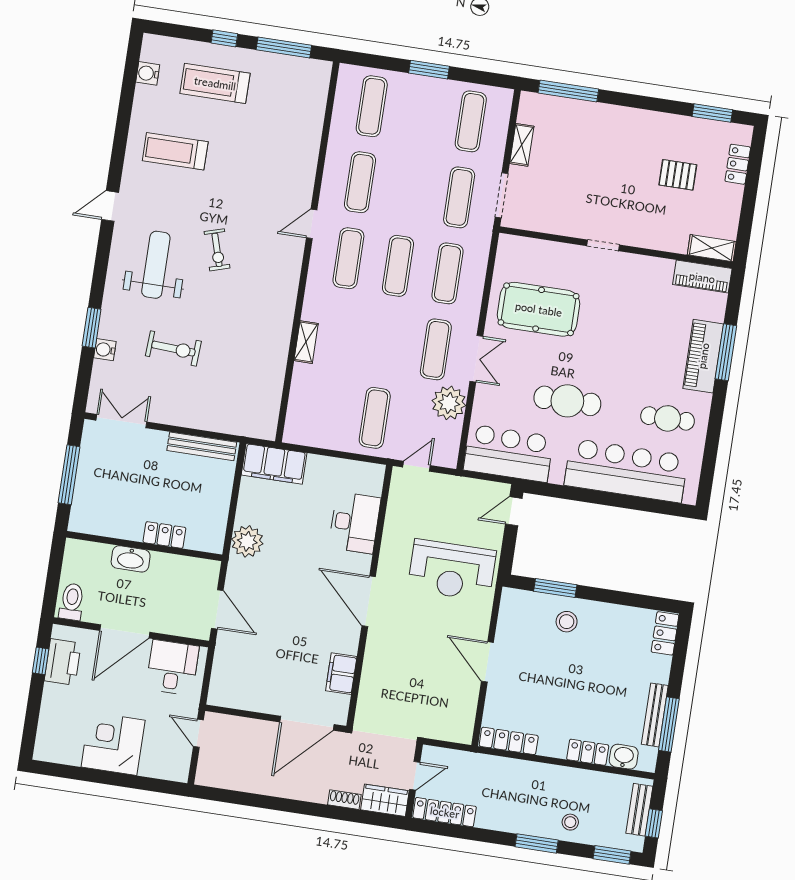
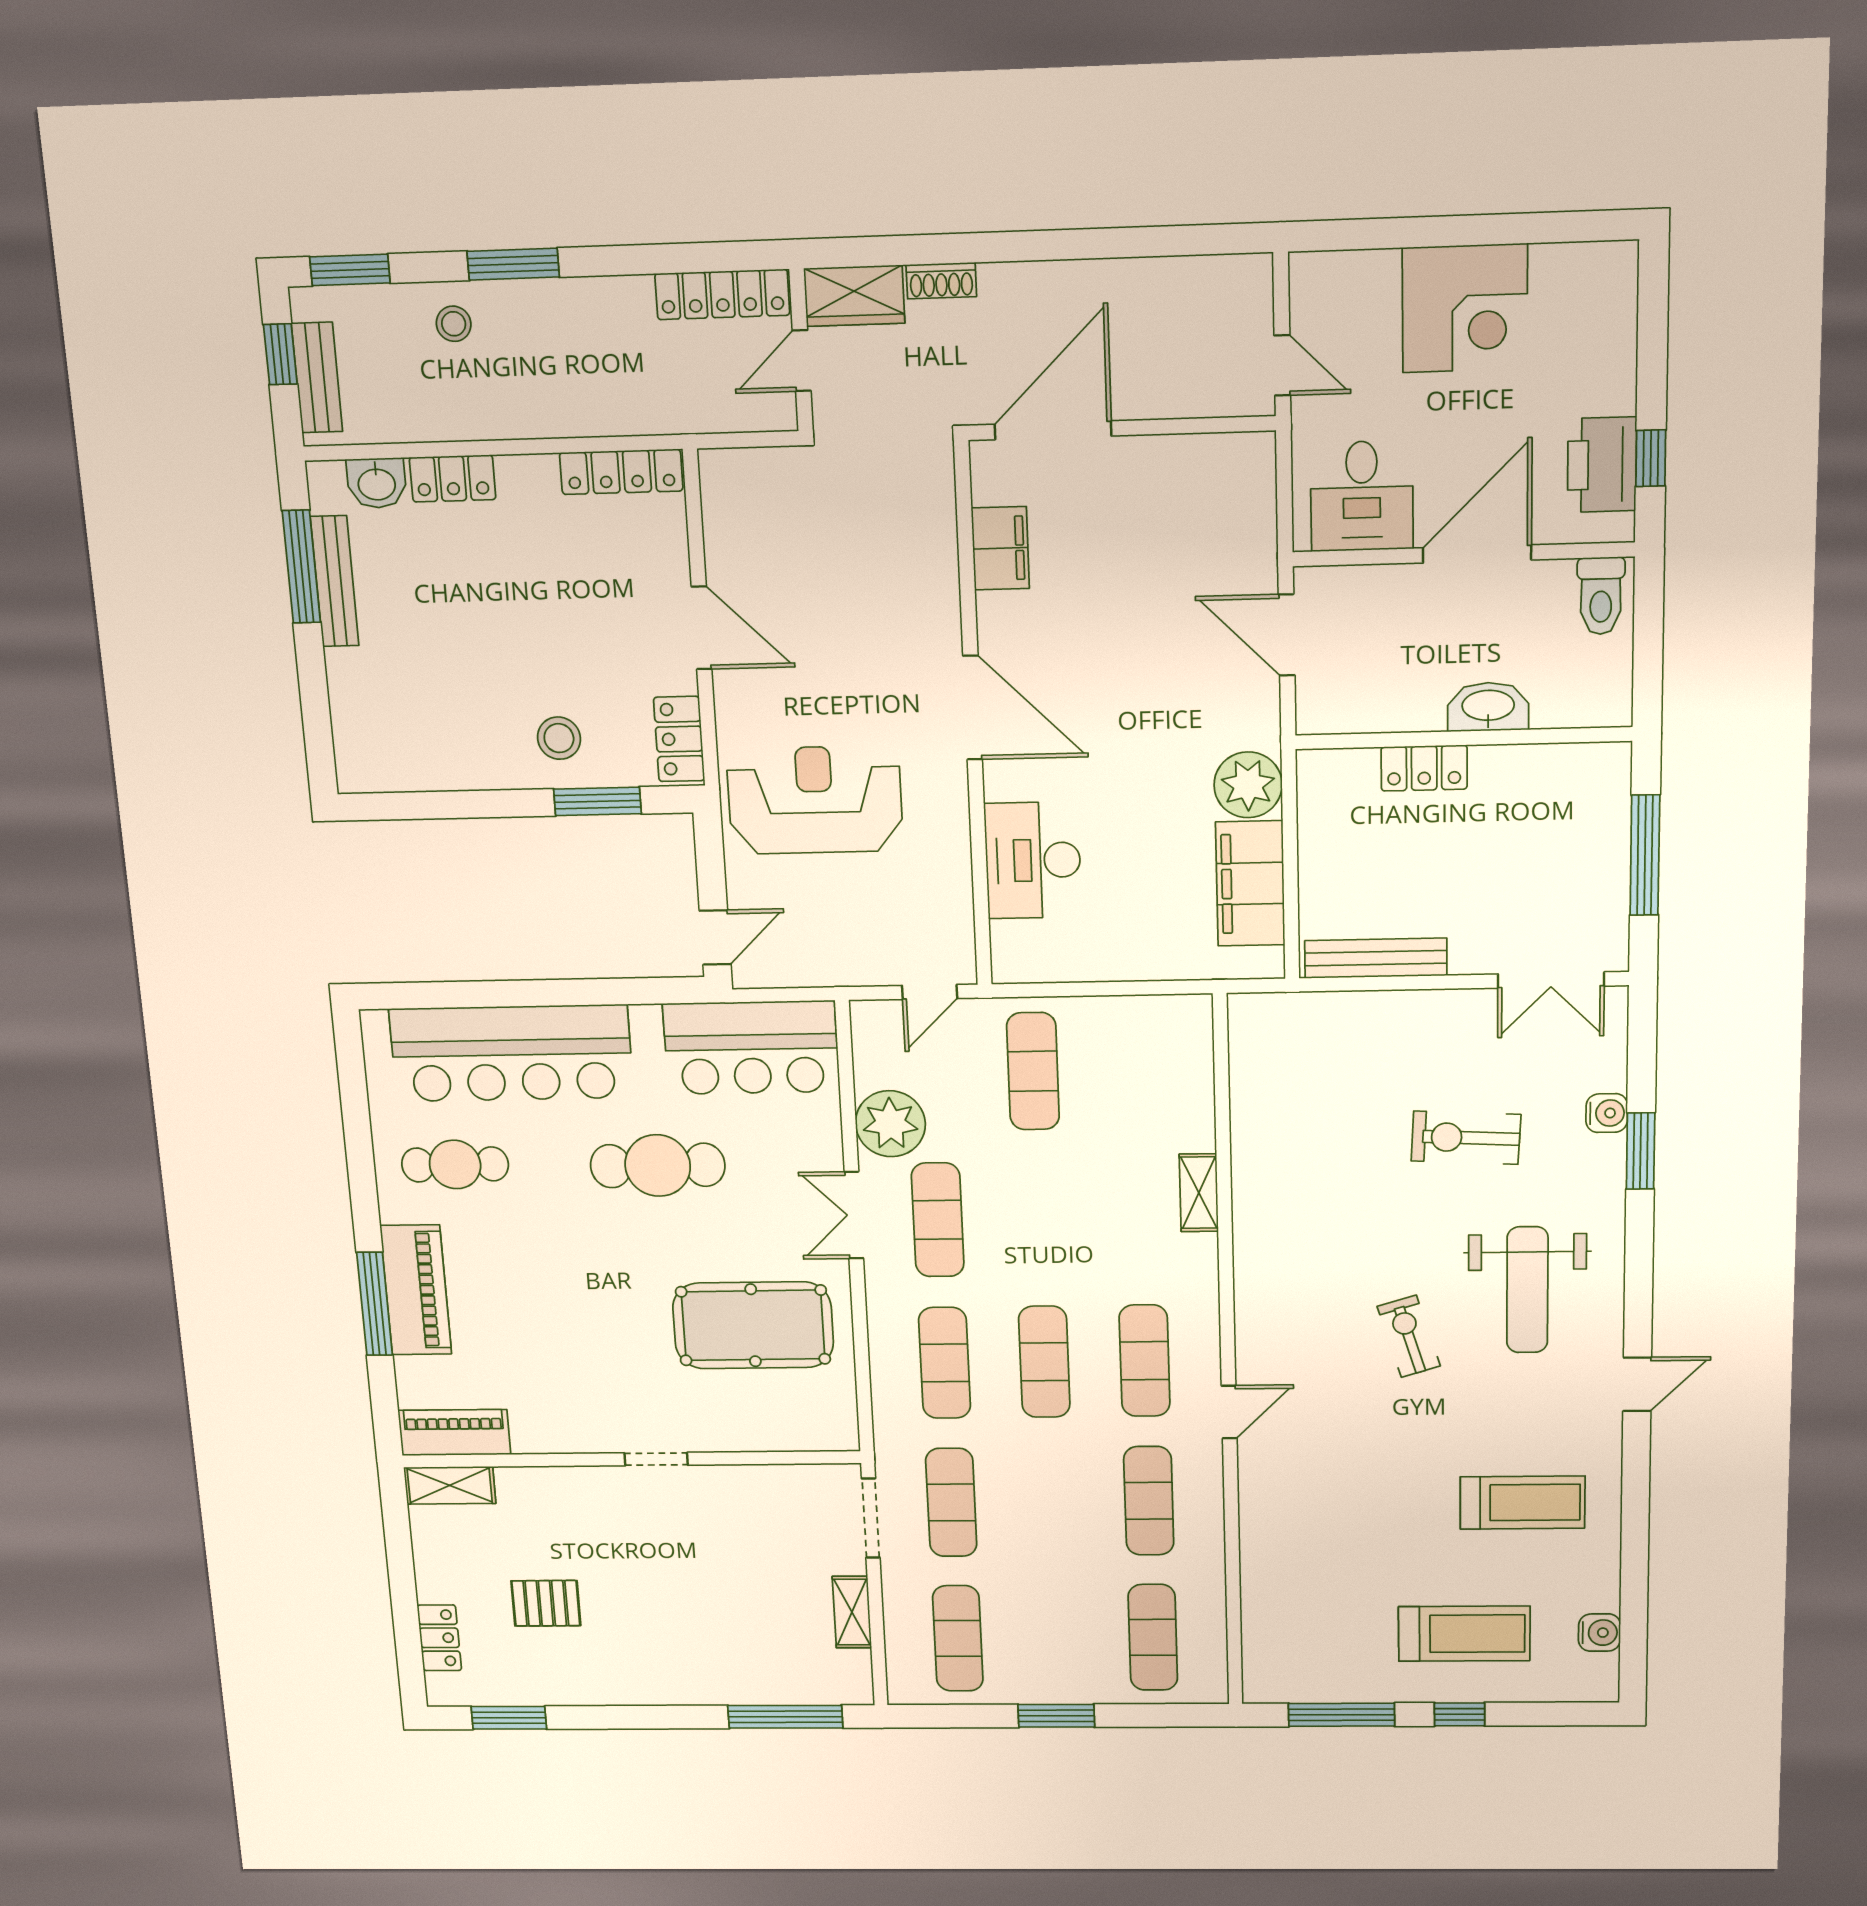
filing cabinet: (274, 464) -> (1250, 884), moved, turned -90
locker: (665, 633) -> (679, 739), moved, turned 180

